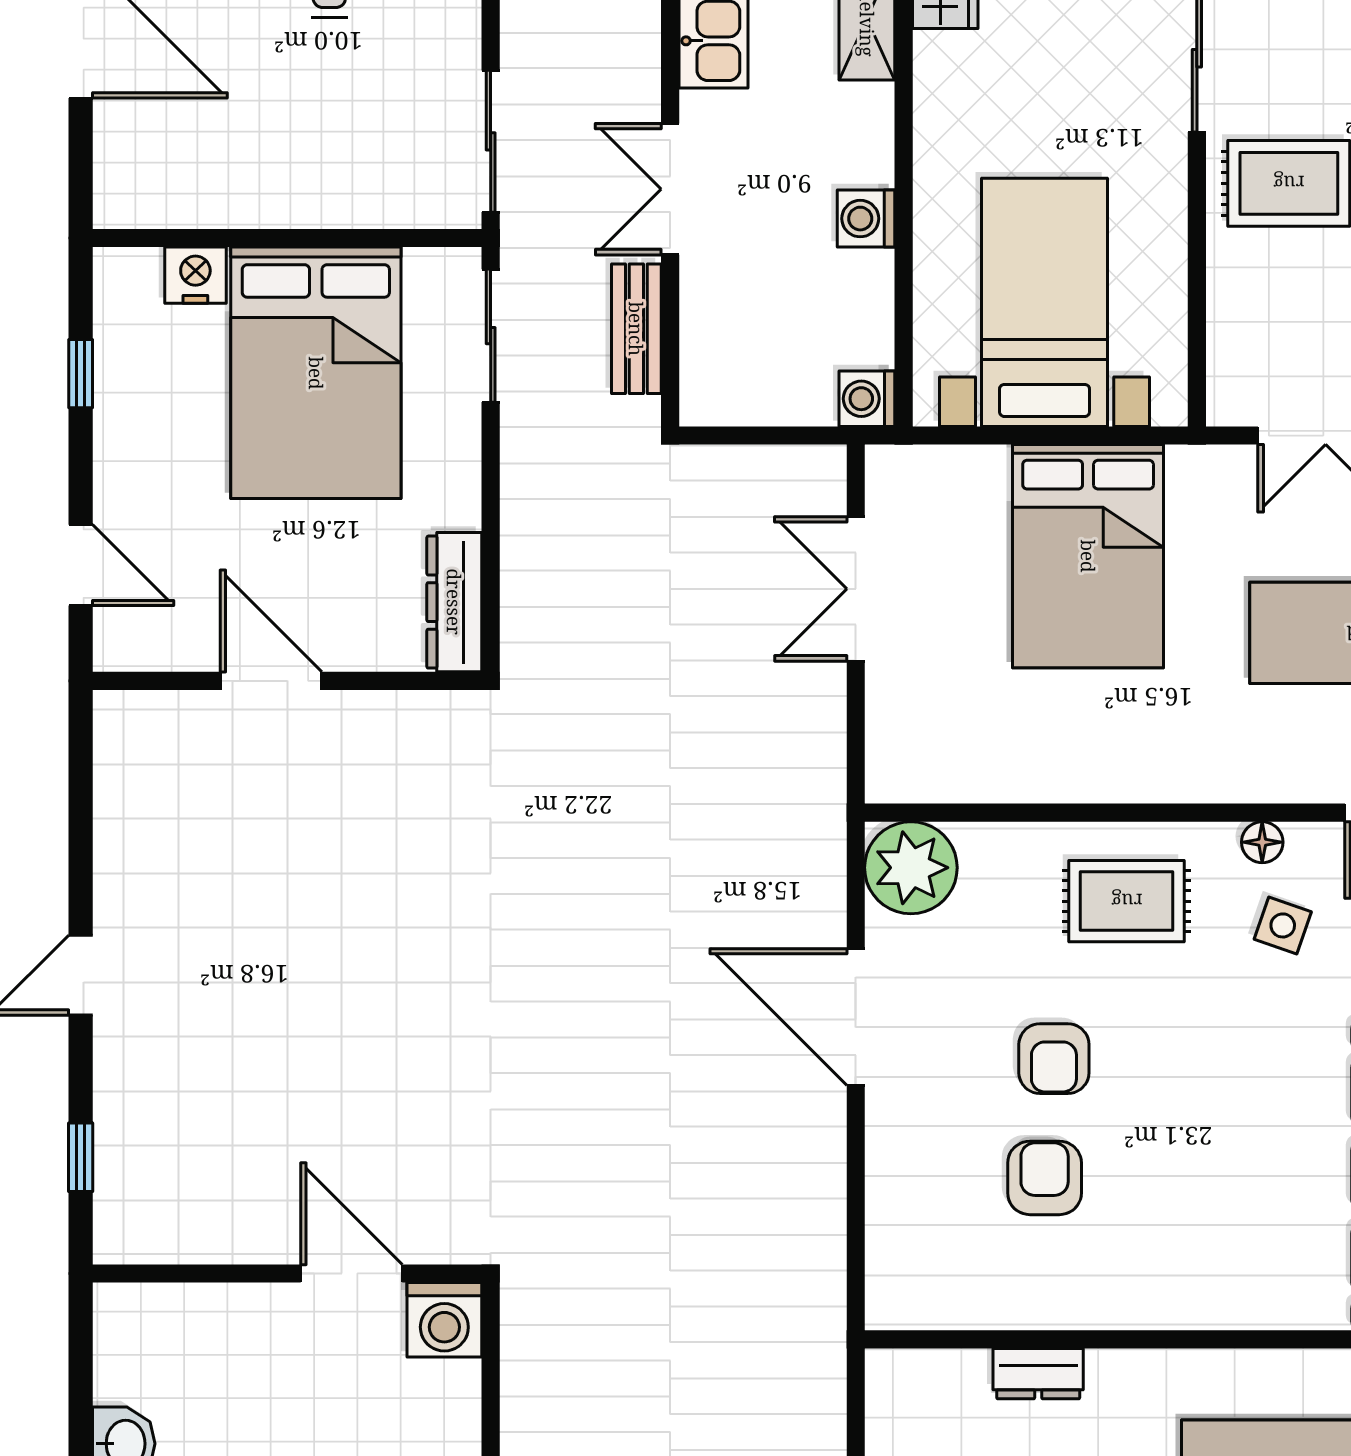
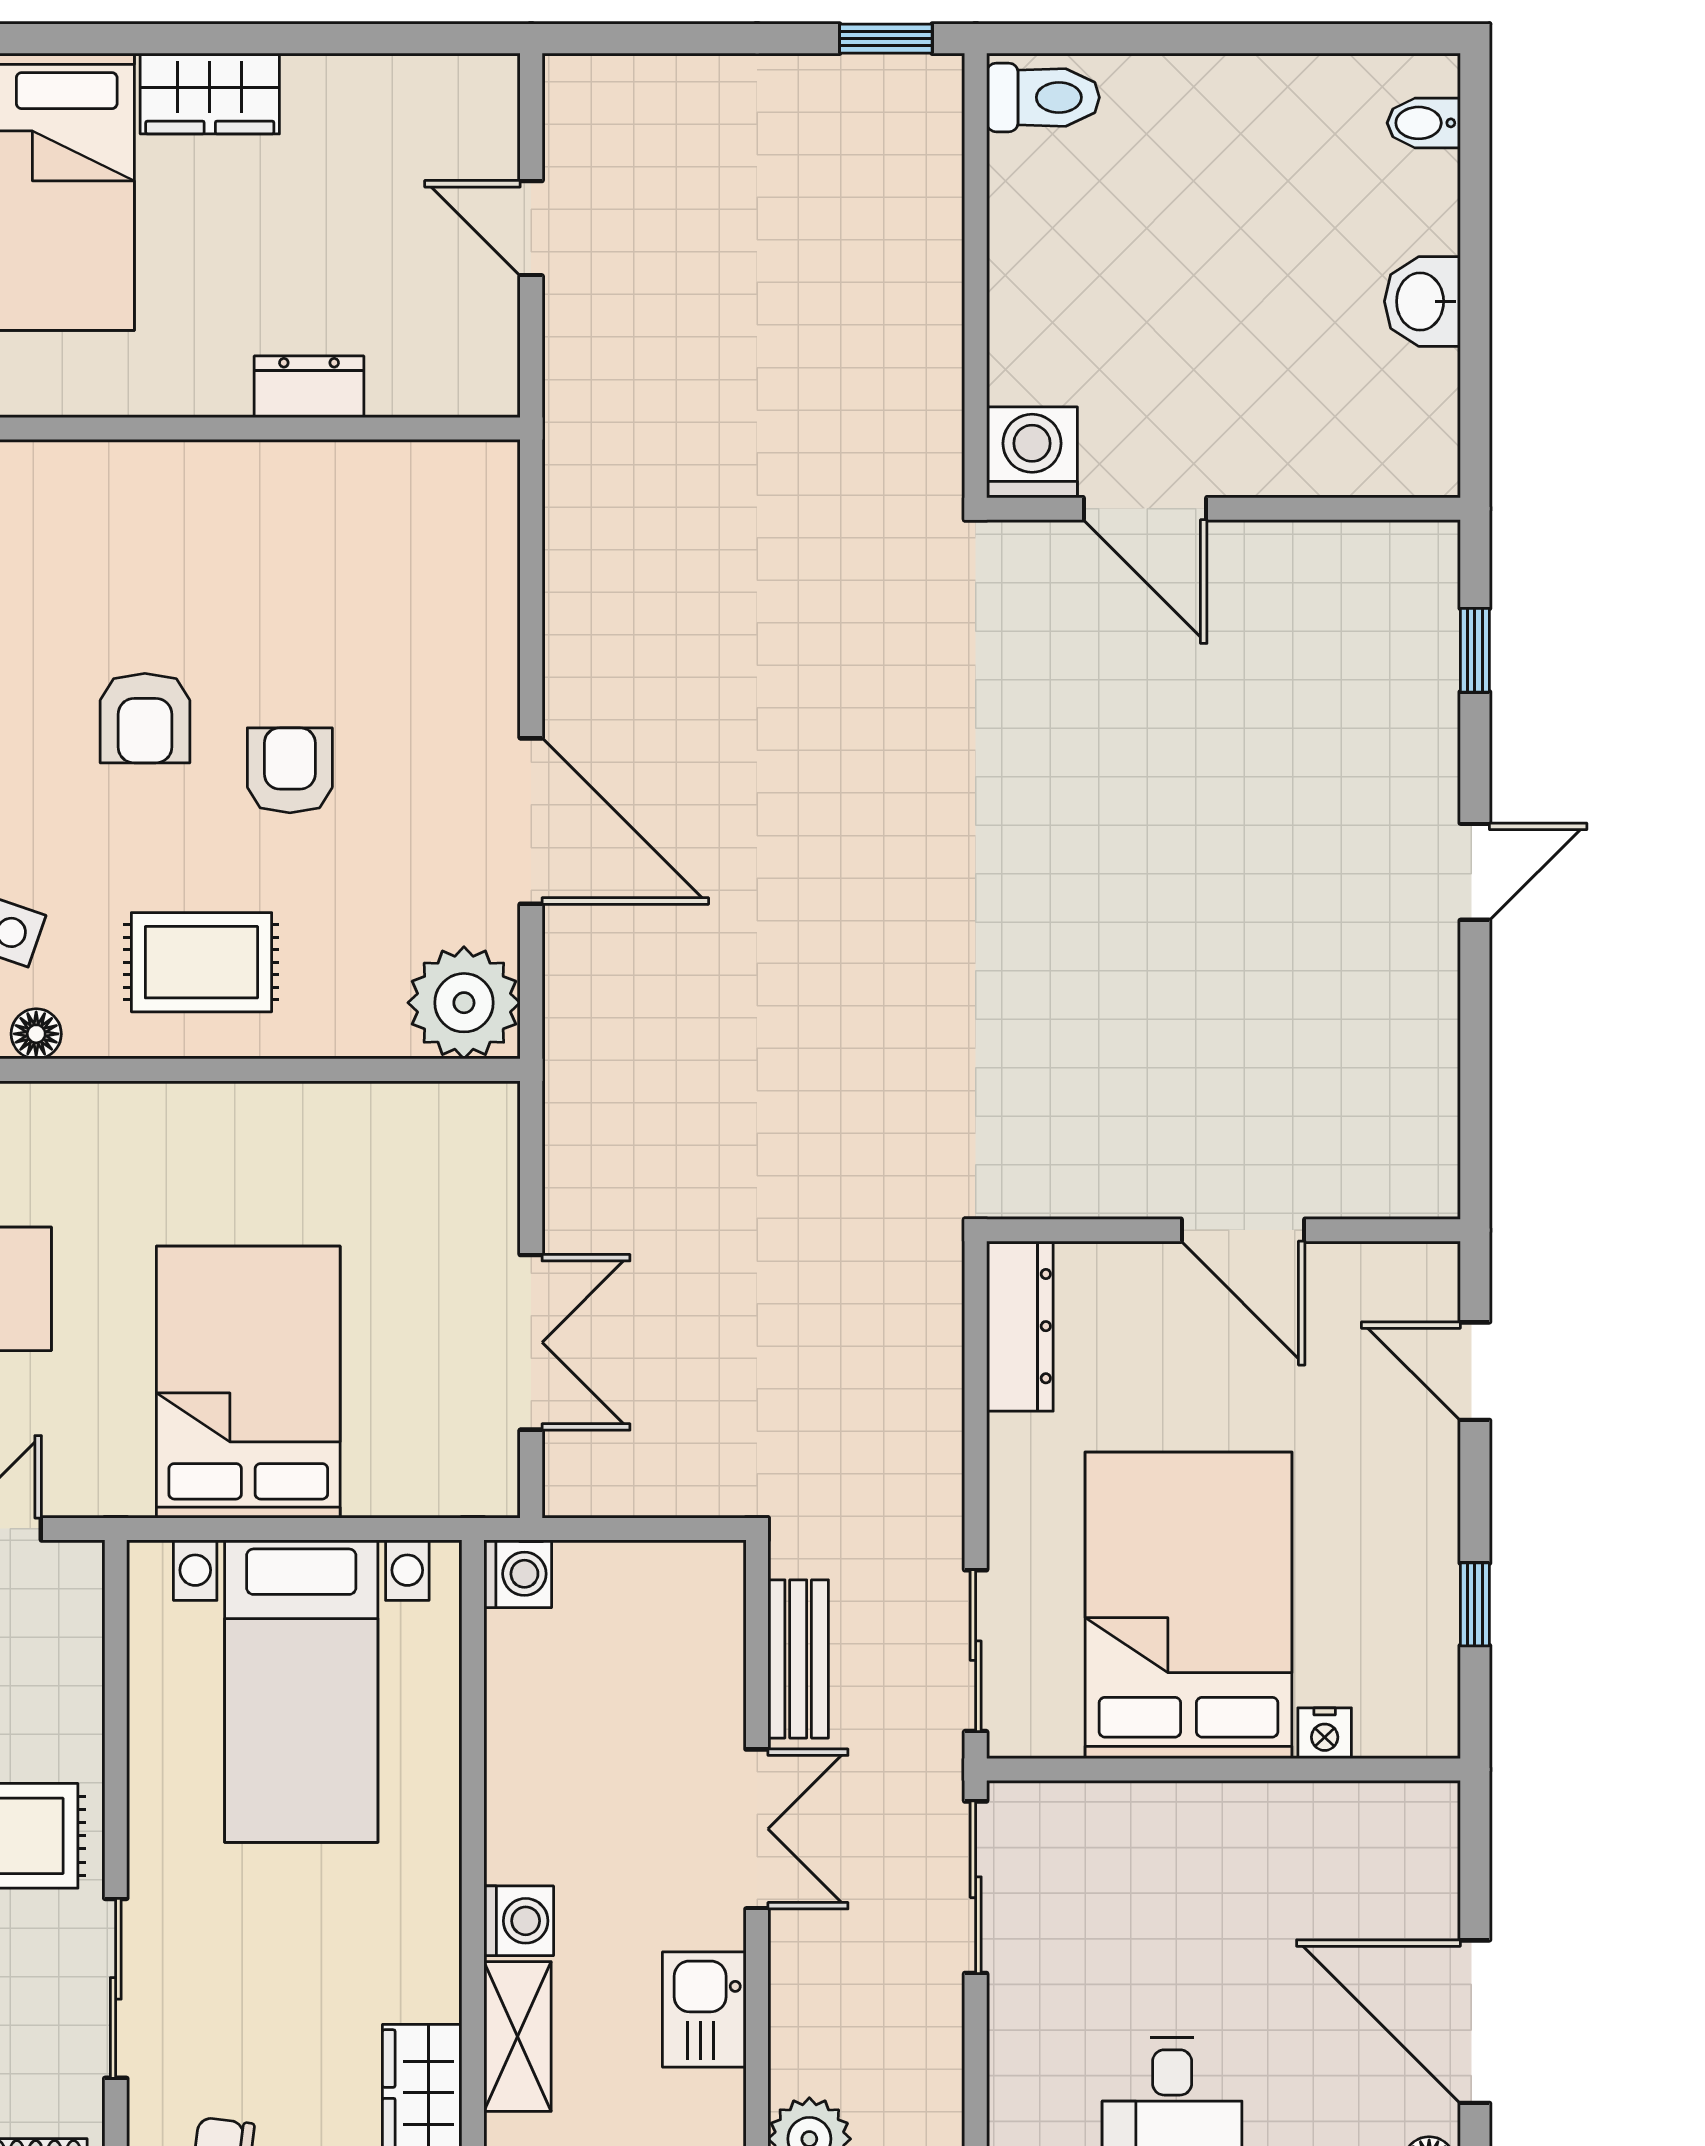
washing machine: (866, 219) -> (519, 1921), moved
nightstand: (195, 275) -> (1325, 1733), width x0.72, depth x0.74
armchair: (1045, 1178) -> (145, 718), moved

